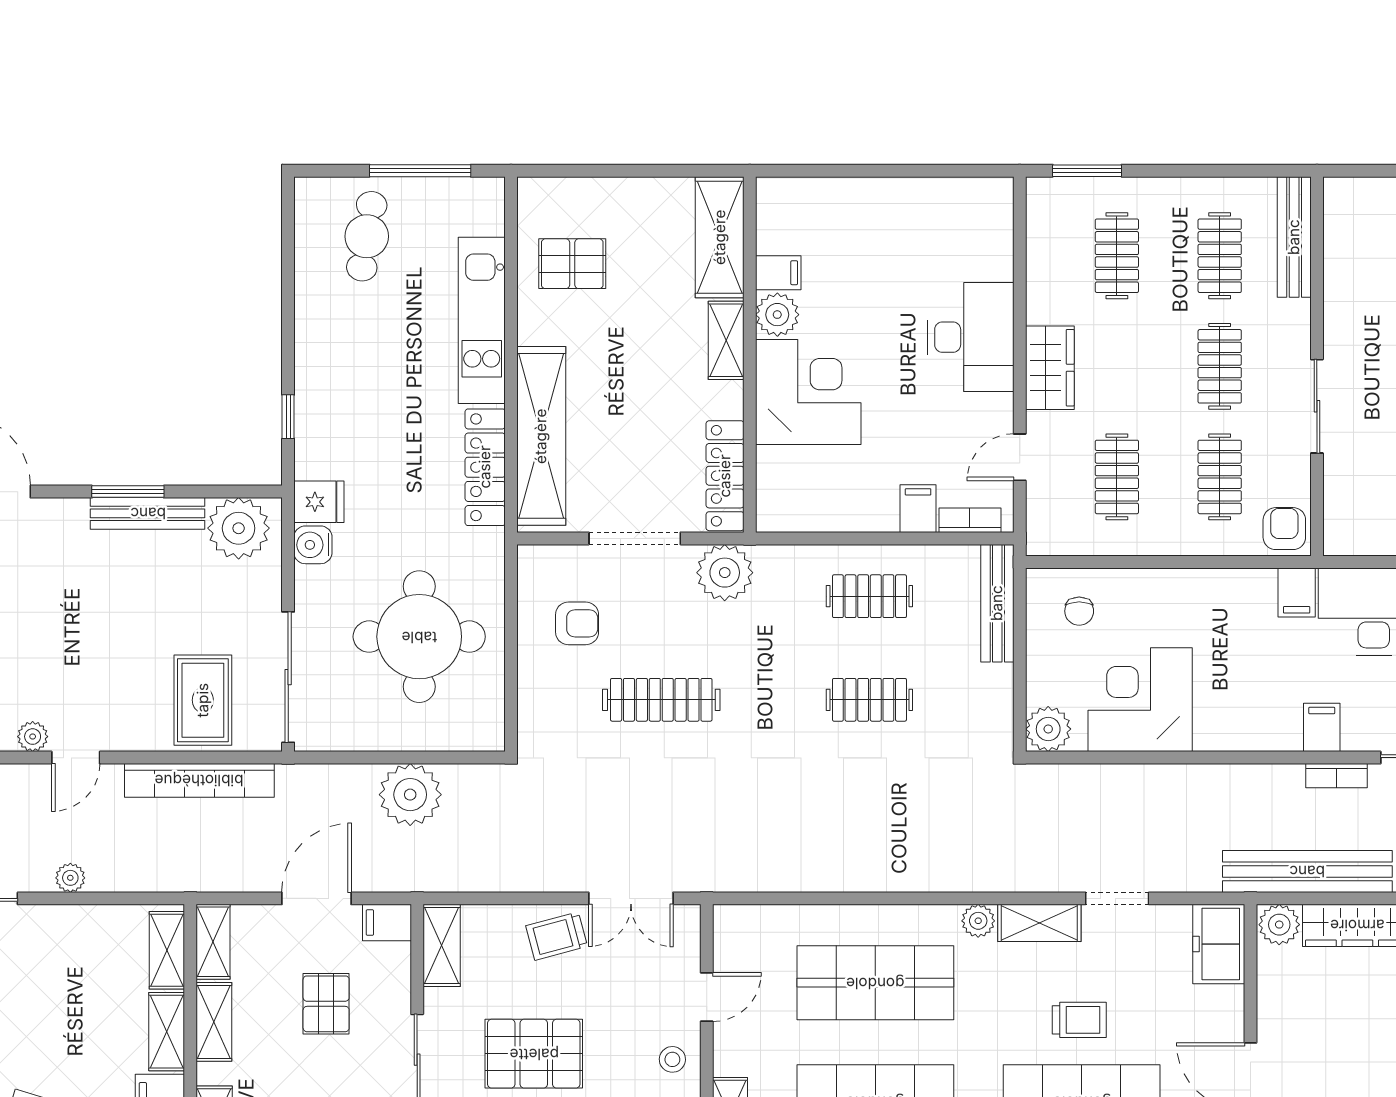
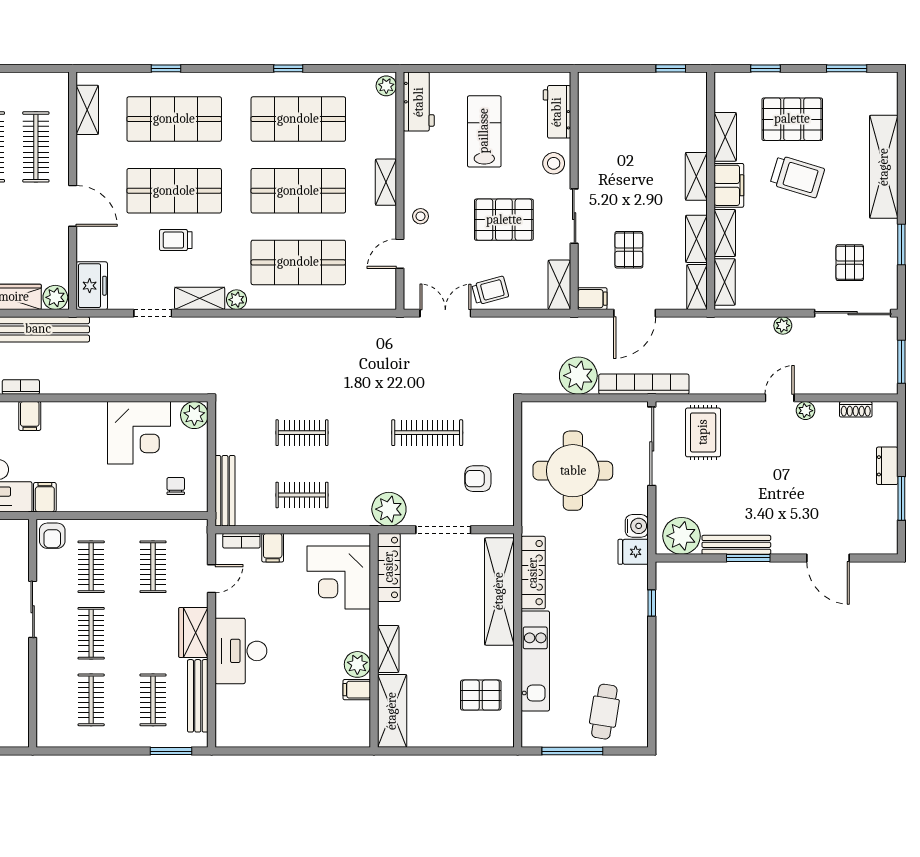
bench: (1294, 237) -> (198, 696), moved
corner desk: (808, 392) -> (339, 578), moved
bookcase: (199, 780) -> (644, 384), moved

